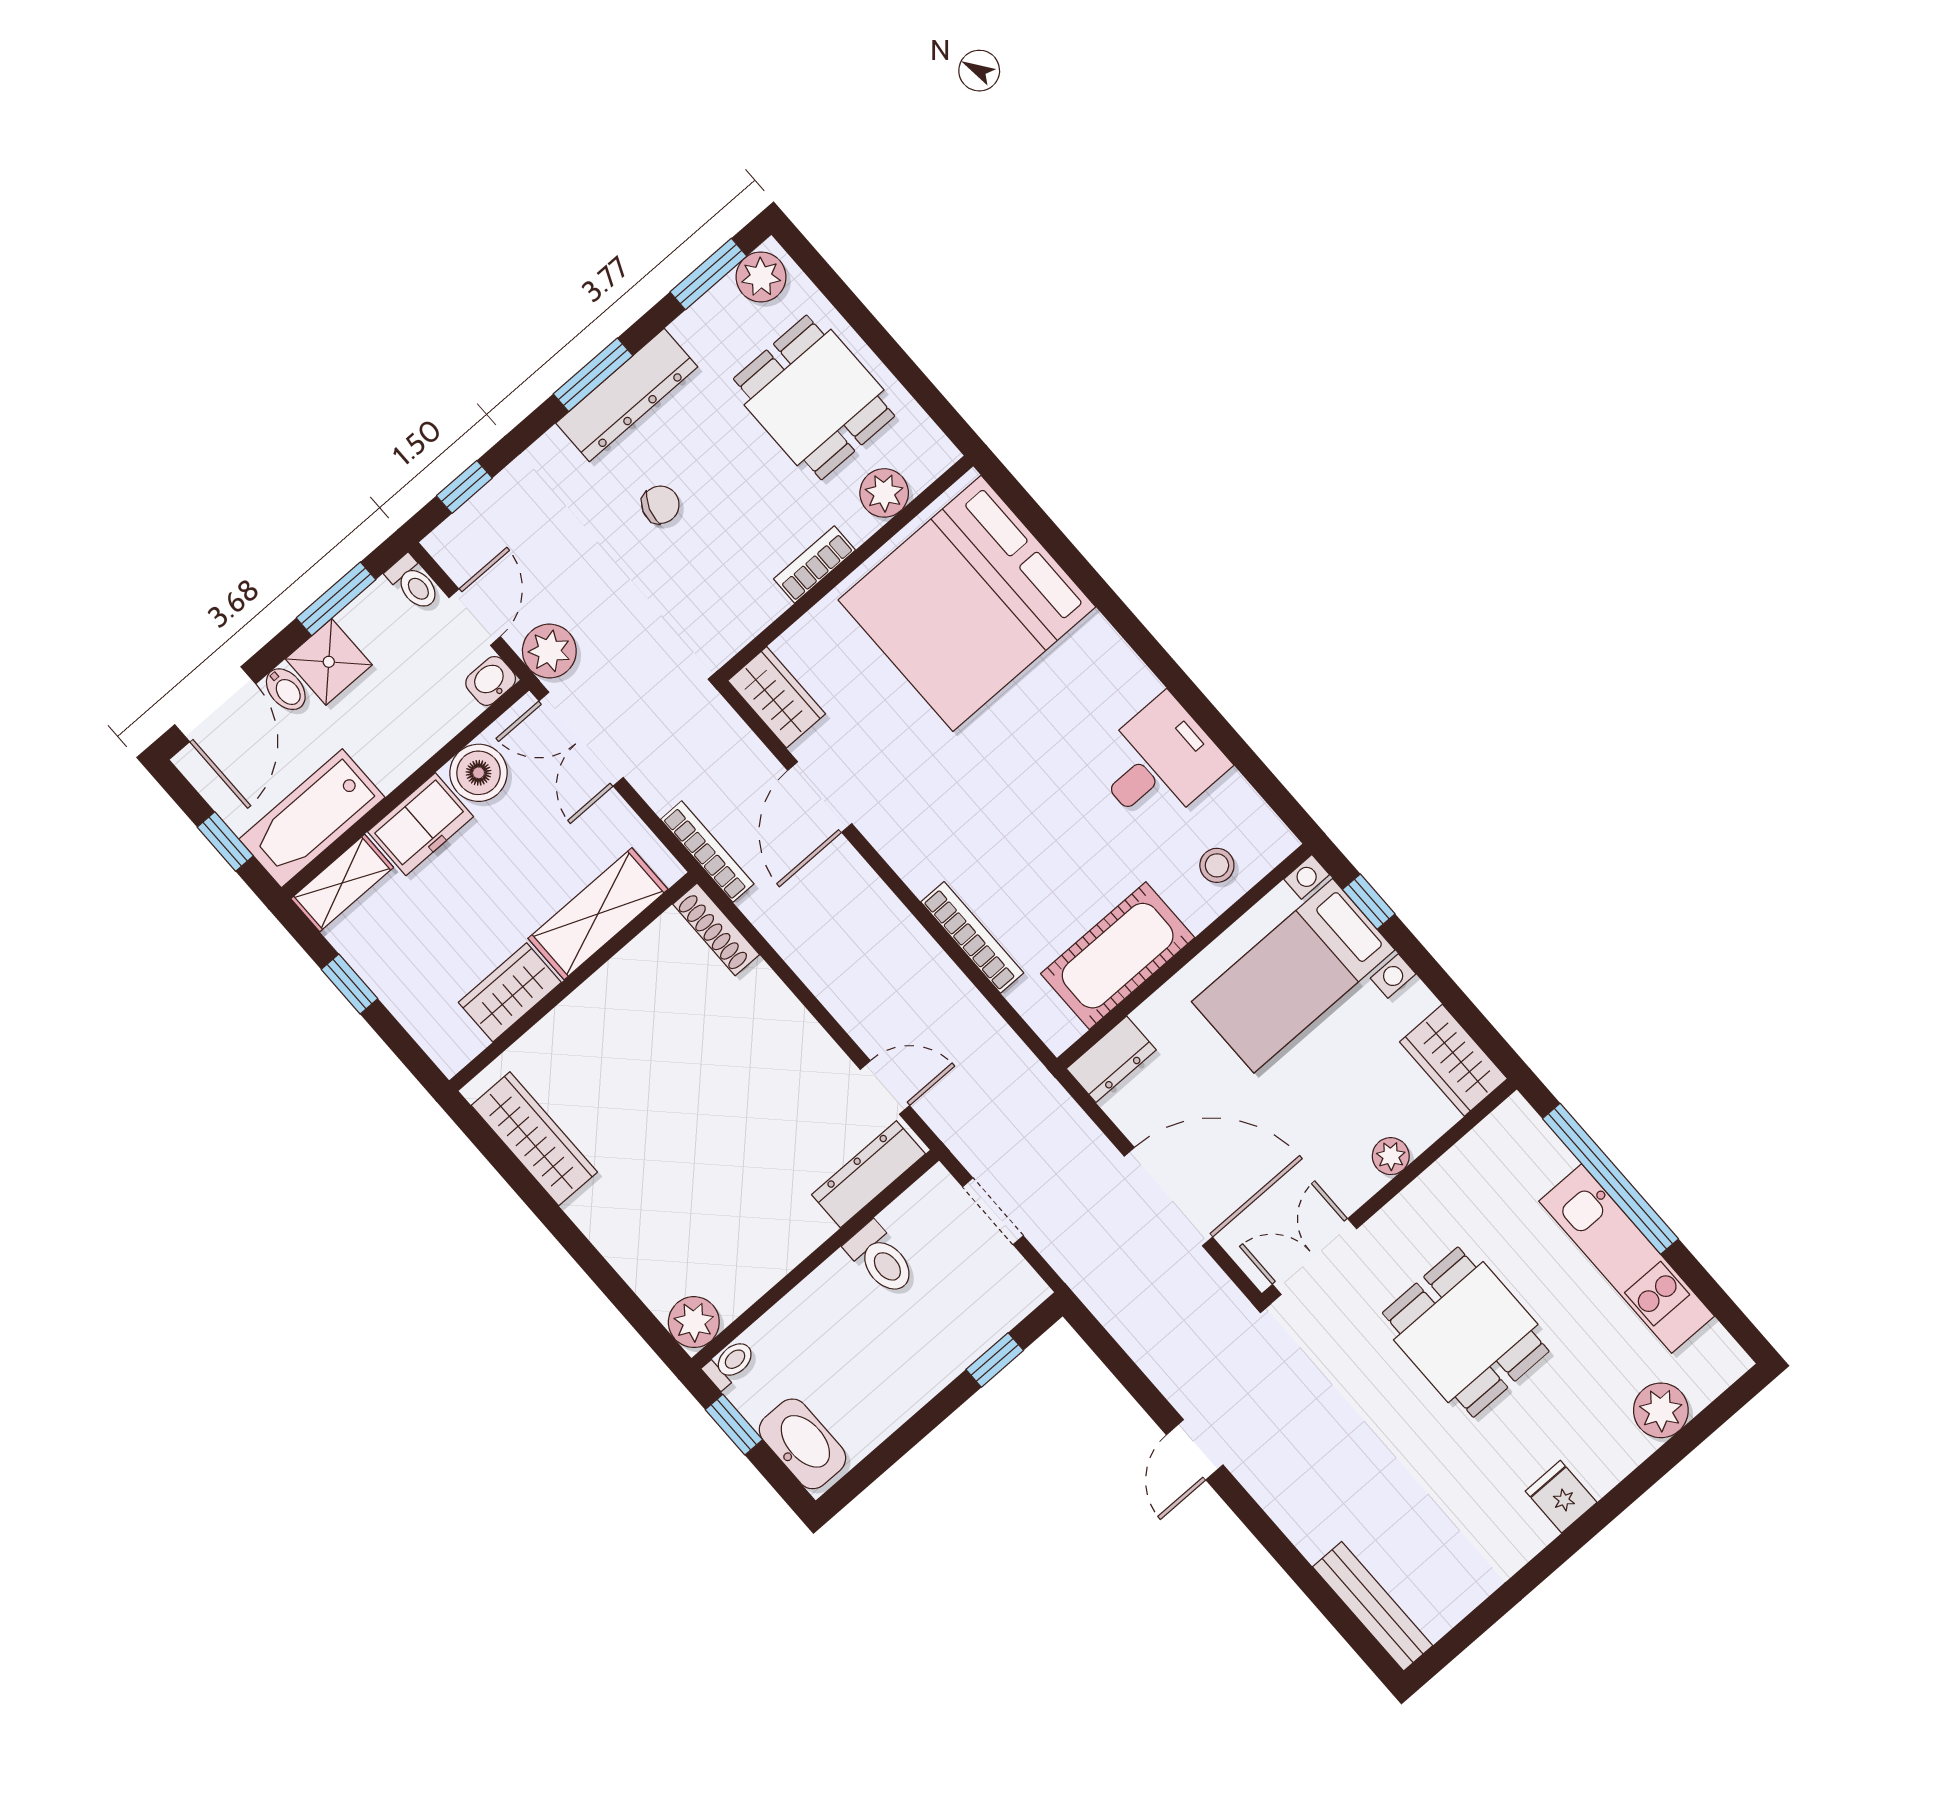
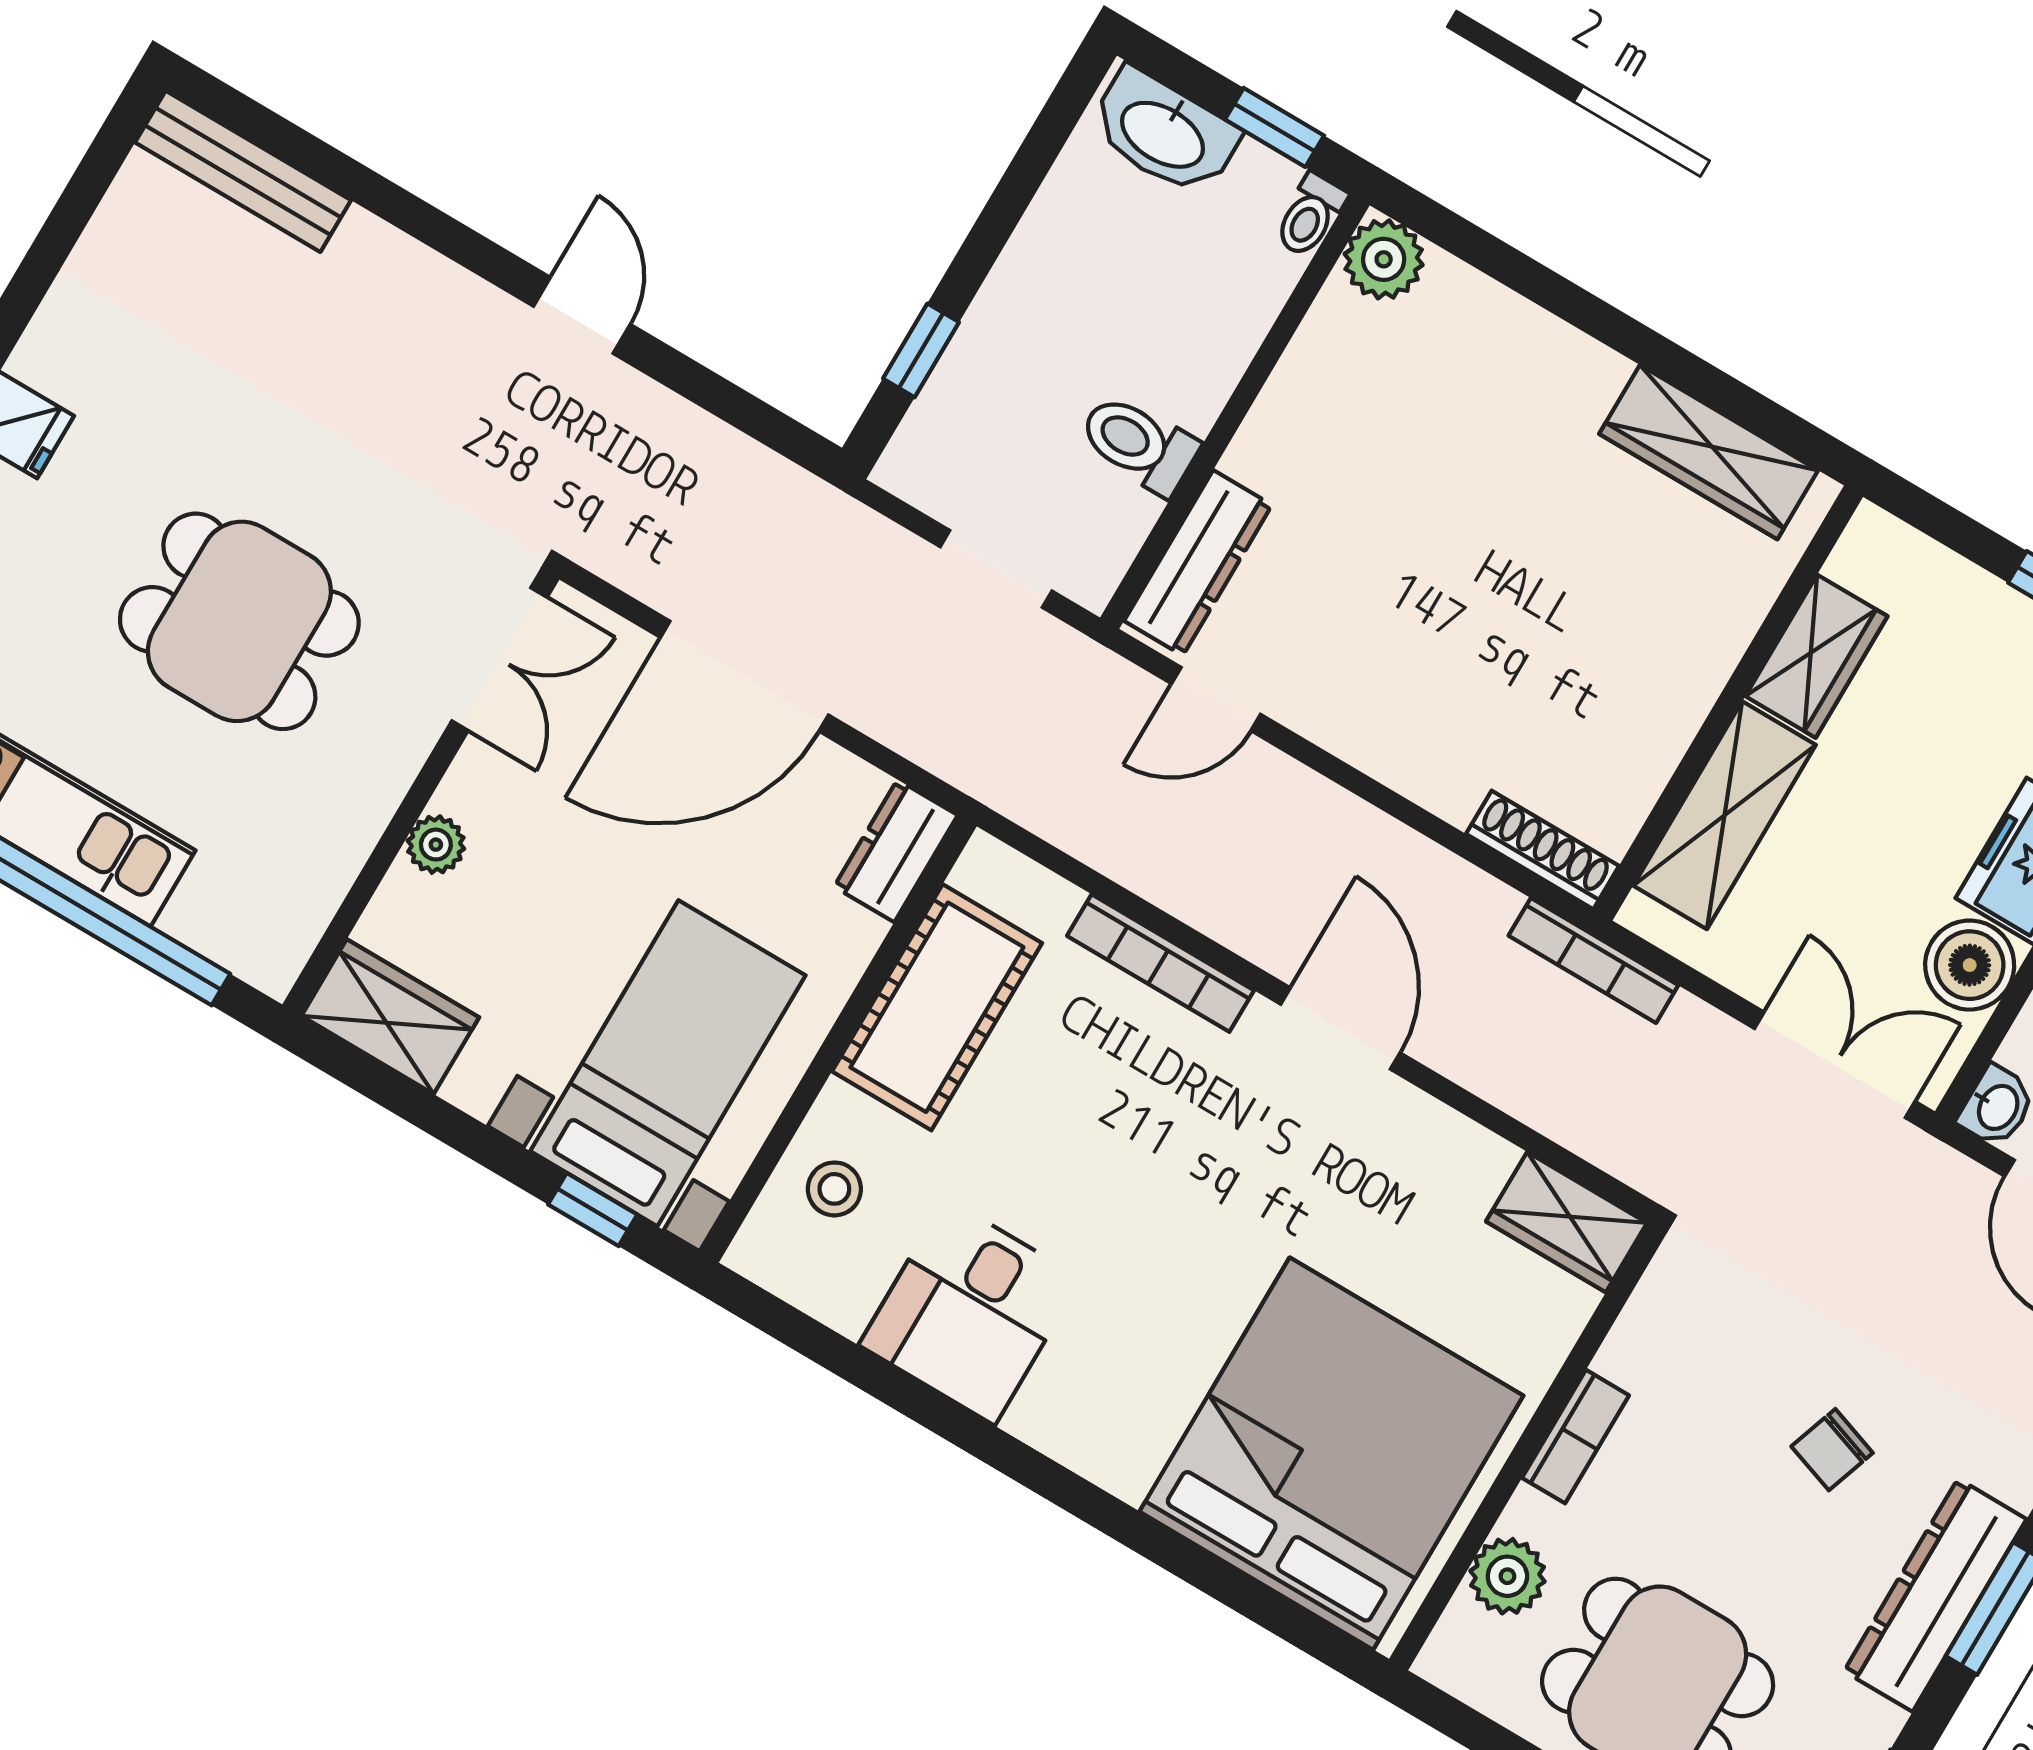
plant: (549, 651) -> (1925, 1179), removed
door: (820, 797) -> (1340, 1029), moved

